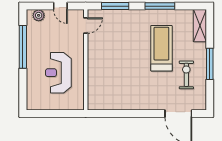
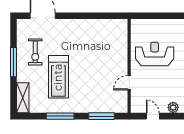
door: (86, 26) -> (129, 83), moved
reception desk: (58, 73) -> (155, 54), turned -90

